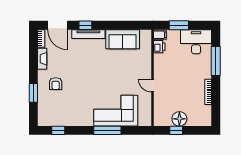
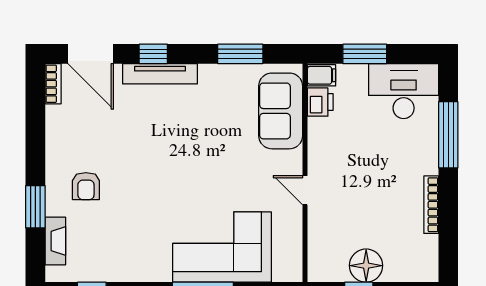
window: (124, 25) -> (240, 54), added
sofa: (123, 39) -> (281, 111), moved, turned 90
fireplace: (42, 59) -> (55, 241), moved

